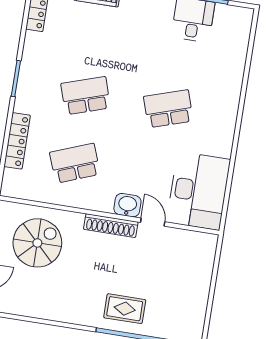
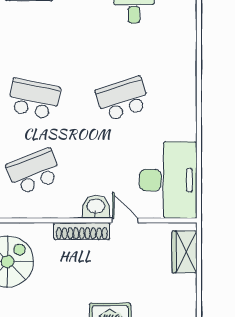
school desk: (86, 96) -> (34, 99), turned 30
wardrobe: (203, 260) -> (185, 252), added

